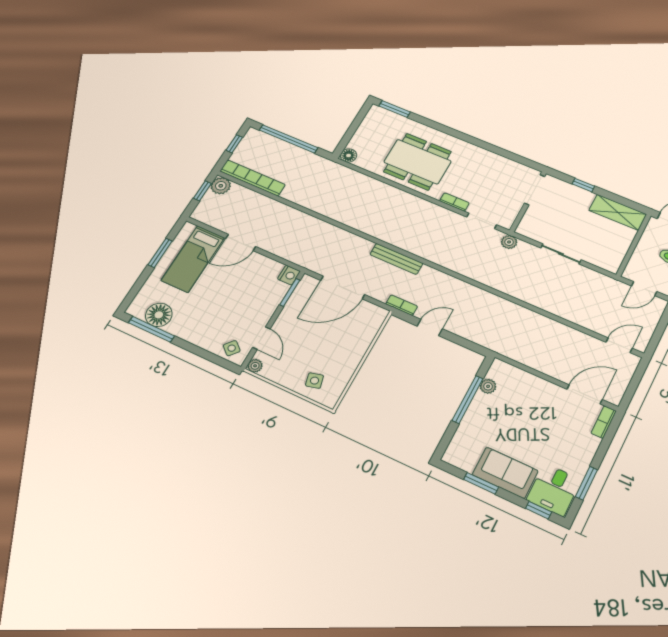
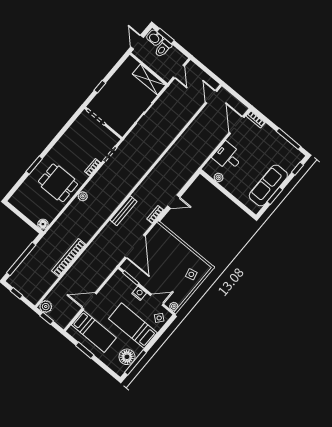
window: (395, 109) -> (34, 165), moved
dining table: (417, 162) -> (58, 183), width x0.73
bookcase: (252, 178) -> (69, 258), moved
shelving: (618, 212) -> (149, 80), moved, turned 90
door: (241, 242) -> (89, 301), swing flipped
plant: (509, 242) -> (83, 196), moved
nightstand: (289, 275) -> (139, 293), moved
bed: (212, 312) -> (133, 326), added
door: (430, 328) -> (174, 202), swing flipped
window: (468, 400) -> (224, 191), removed
sofa: (505, 473) -> (268, 186), width x1.36
window: (586, 483) -> (289, 139), width x1.44
desk: (554, 490) -> (228, 157), moved, turned 180

